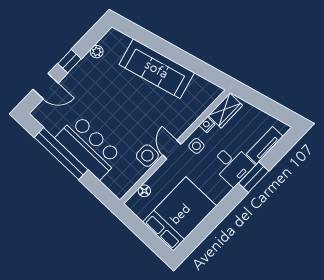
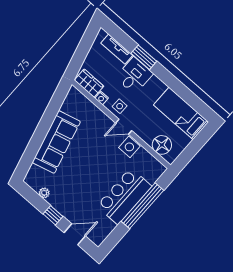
door: (46, 86) -> (75, 234), hinge flipped
window: (61, 154) -> (142, 206), moved
floor lamp: (144, 191) -> (162, 145), width x1.89, depth x1.89
bed: (180, 214) -> (181, 114), width x0.67

